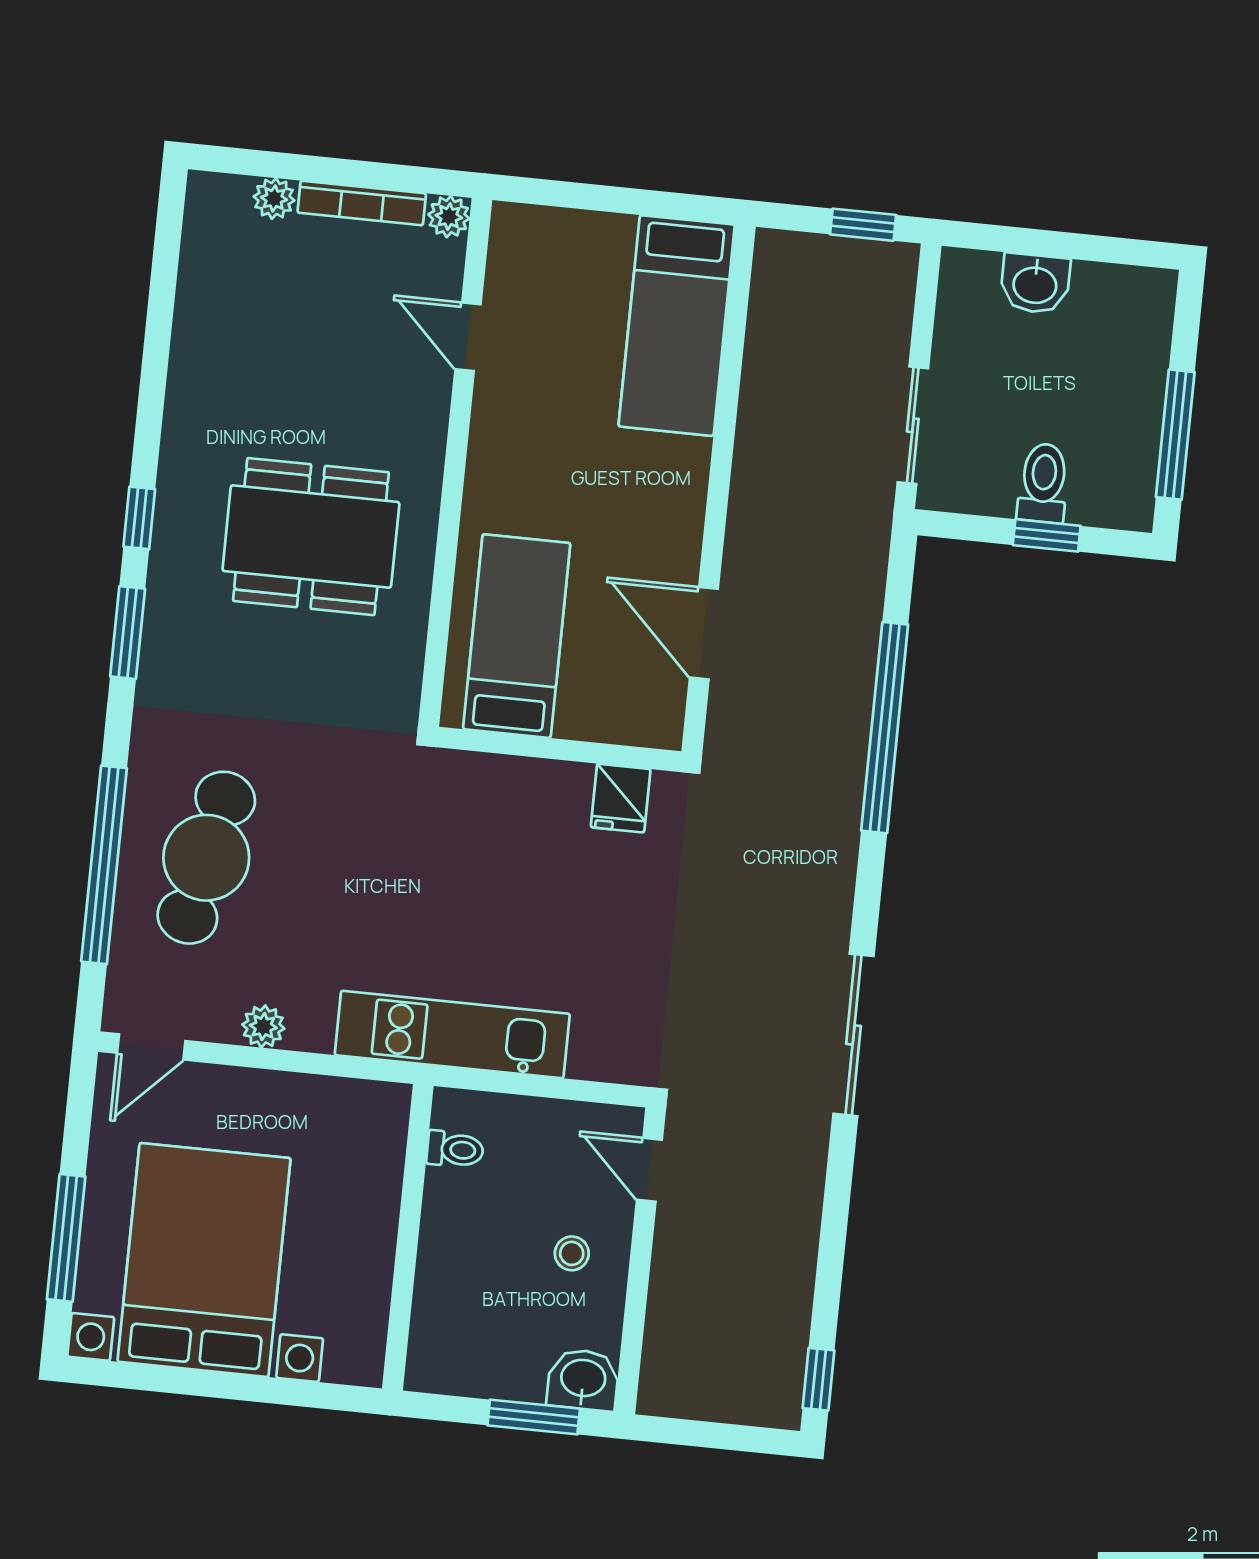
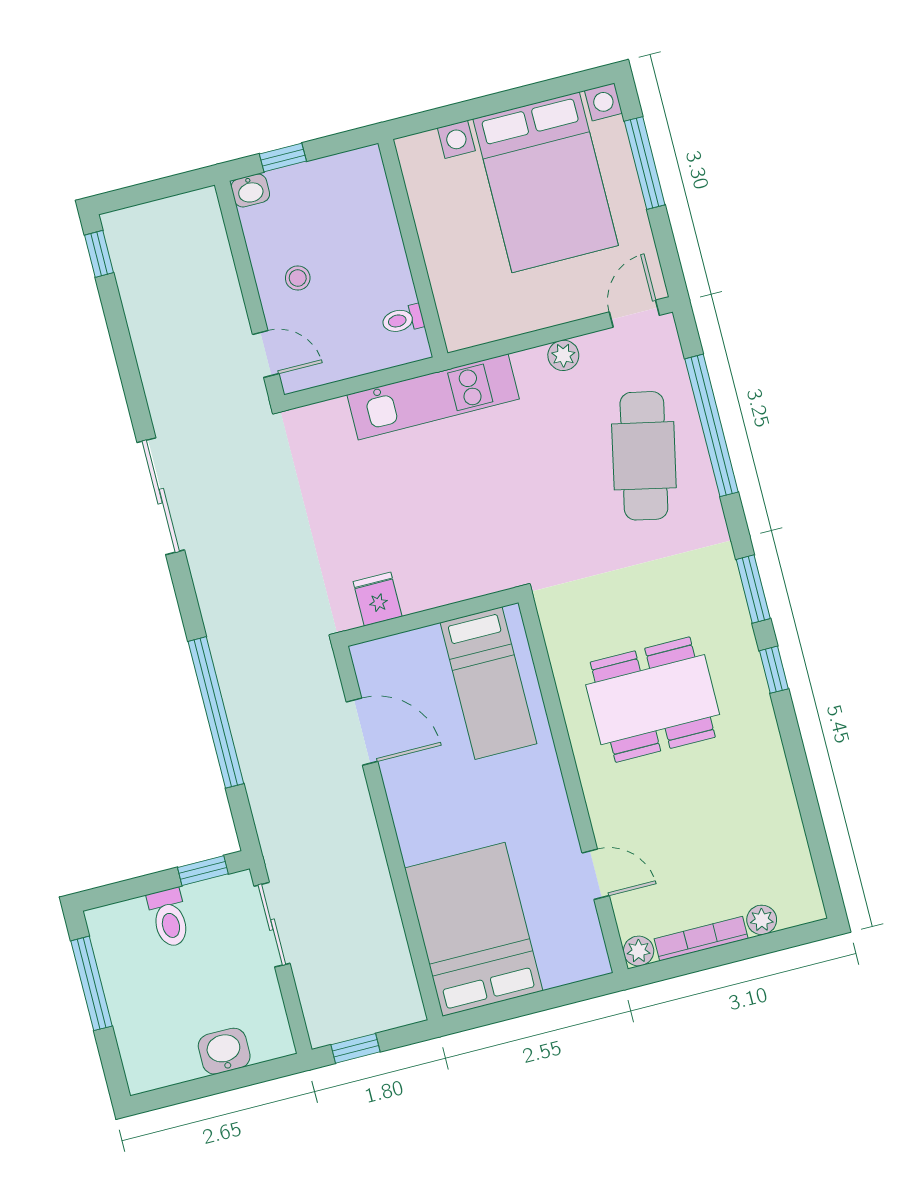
bed: (677, 326) -> (474, 929), width x1.50
window: (1047, 535) -> (203, 871), moved
washbasin: (583, 1380) -> (250, 190), width x0.72, depth x0.69
window: (534, 1417) -> (283, 158), width x0.67

